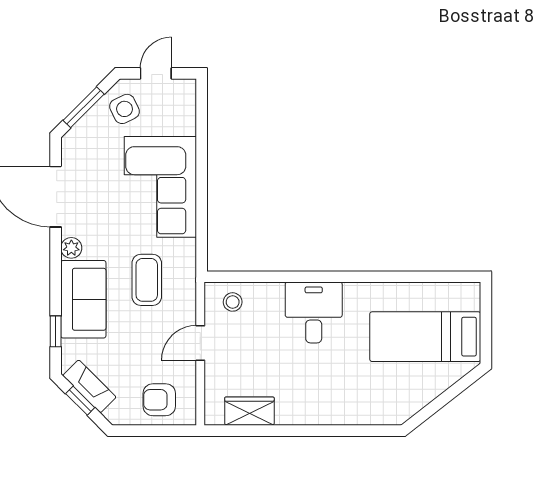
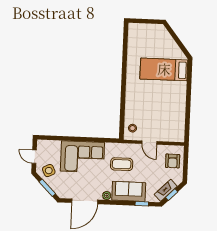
desk: (314, 312) -> (138, 94), removed
bed: (425, 337) -> (164, 69), moved, turned 90
wardrobe: (249, 411) -> (179, 123), removed

